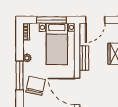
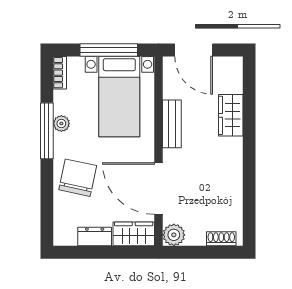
door: (95, 20) -> (194, 50), hinge flipped
window: (20, 75) -> (47, 131), moved

